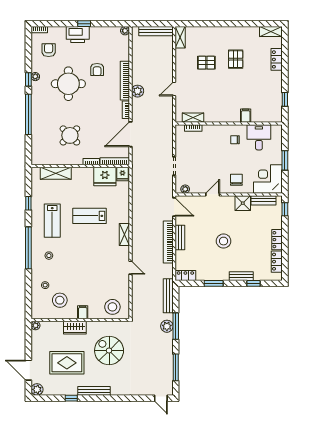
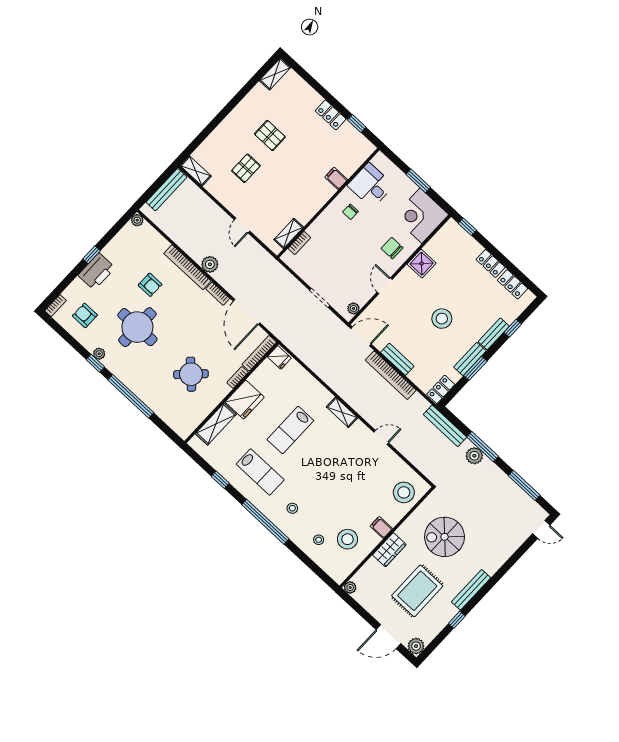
locker: (277, 59) -> (331, 115), moved
fridge: (105, 176) -> (245, 400), moved
bench: (264, 200) -> (470, 359), moved

